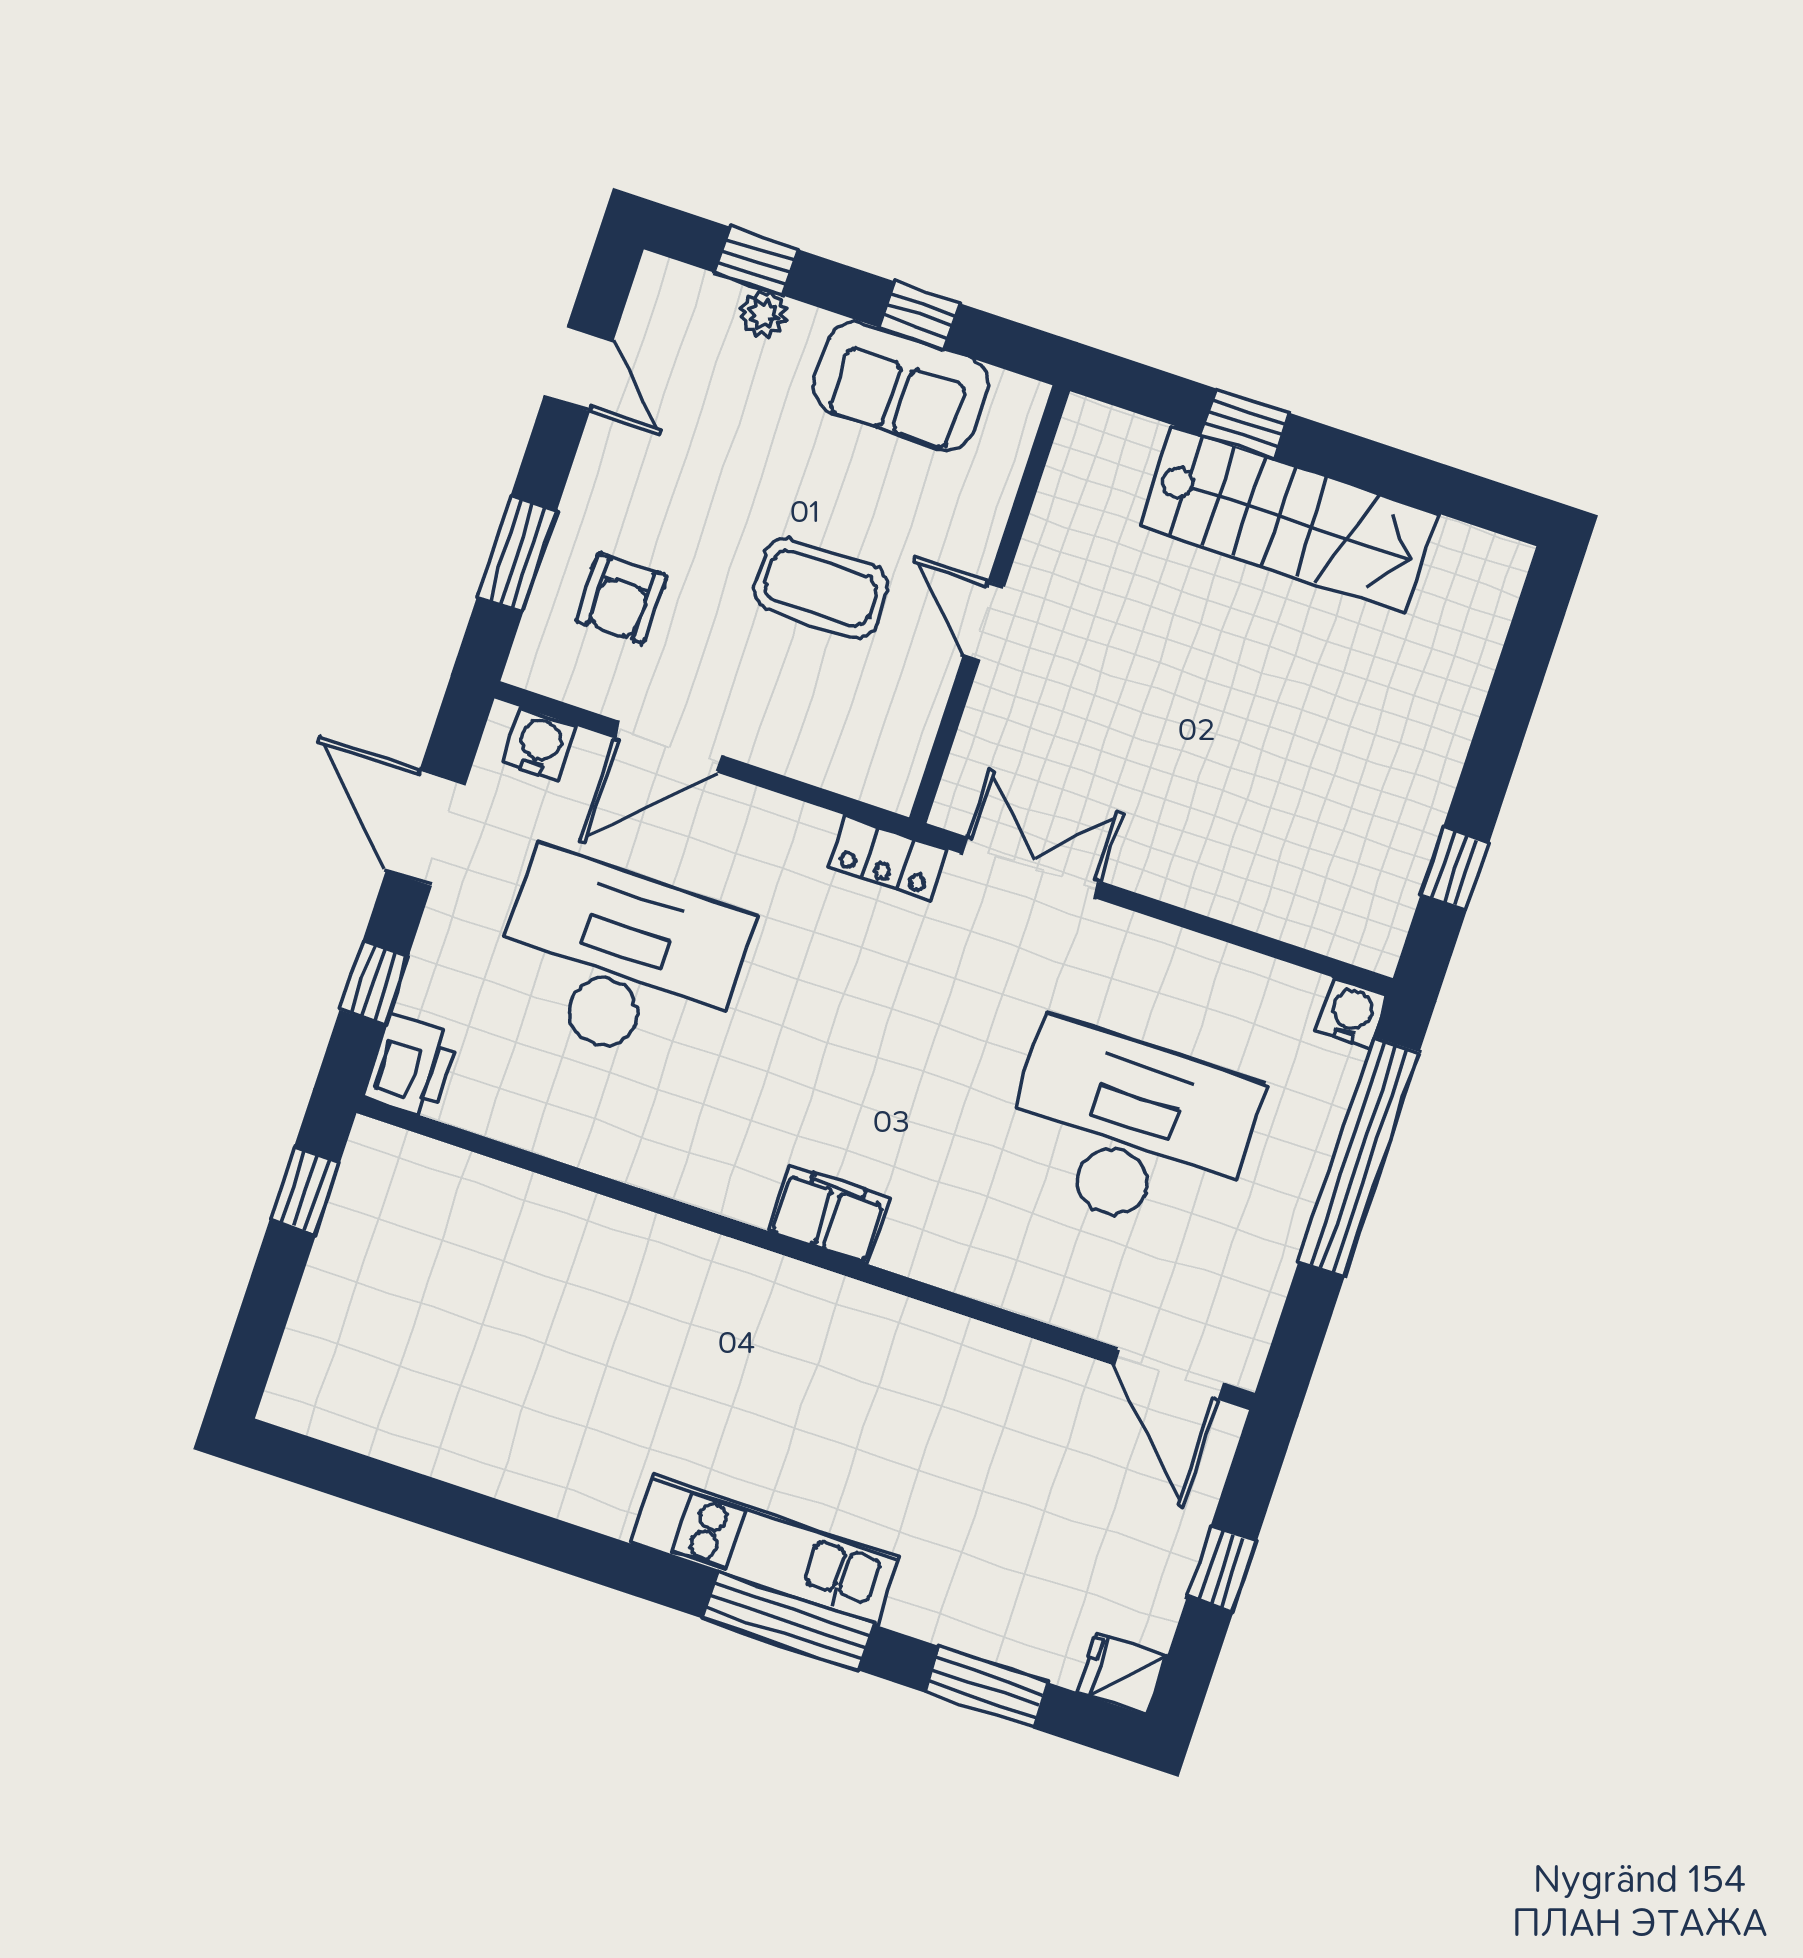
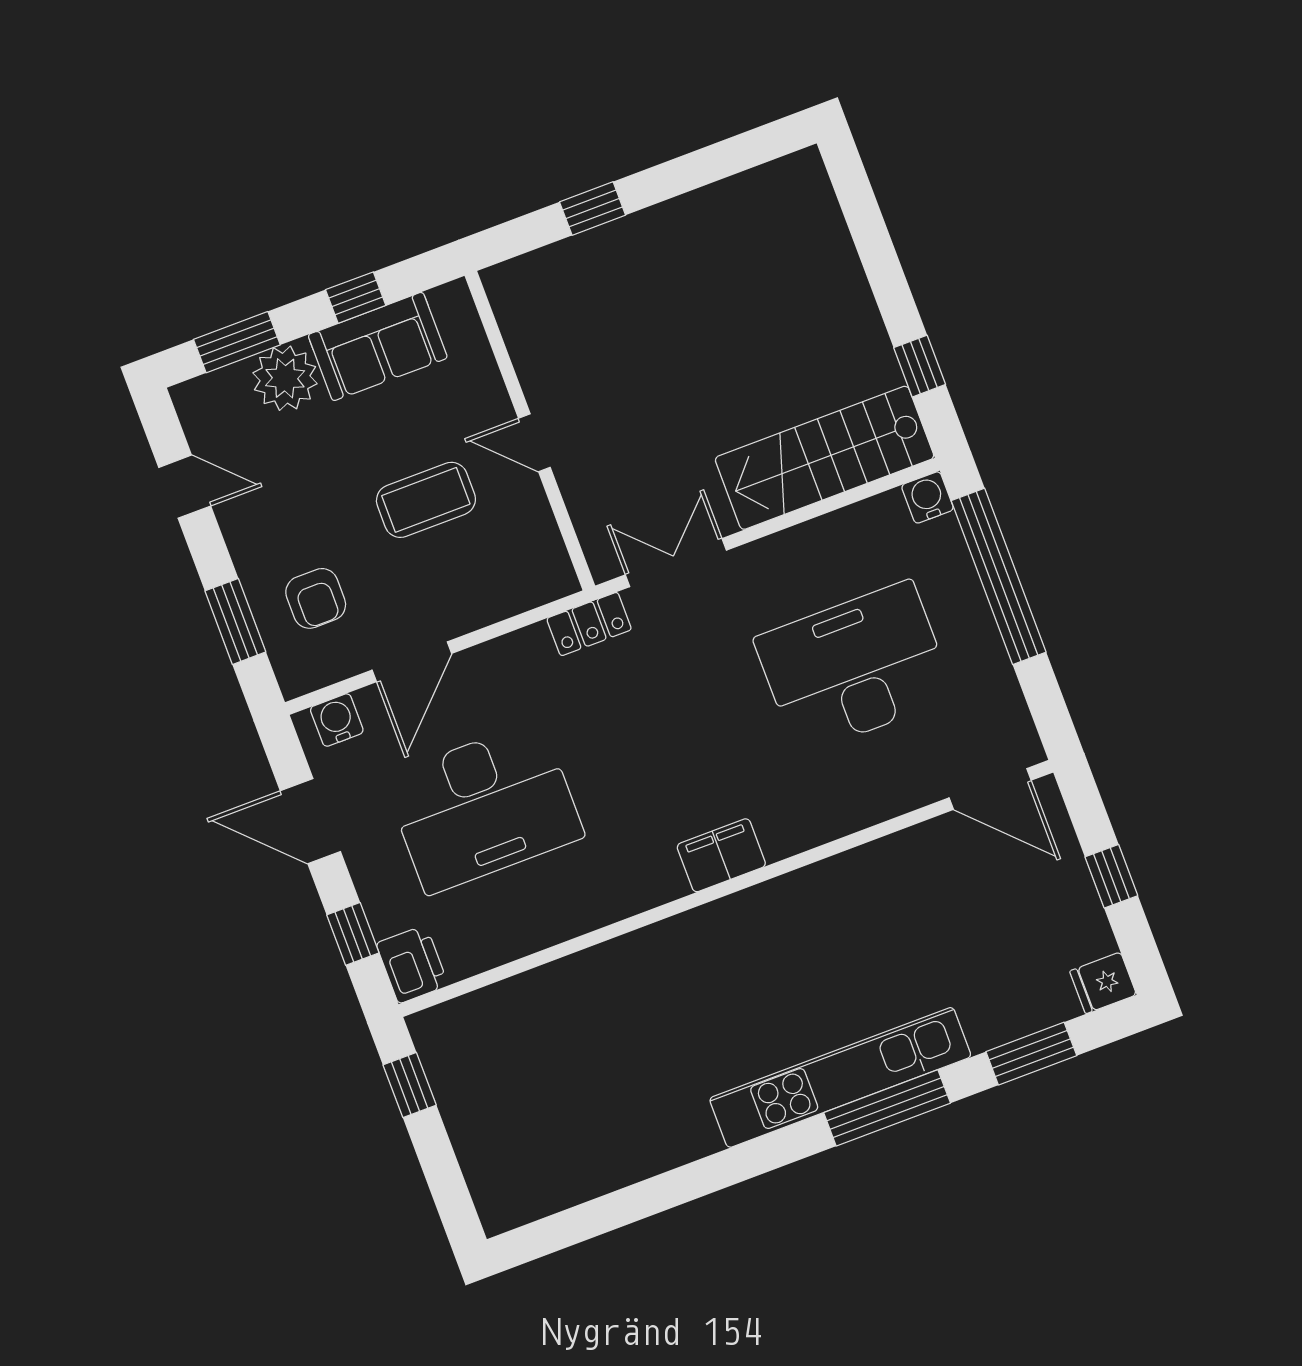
window: (757, 261) -> (237, 342), width x1.50
plant: (763, 314) -> (285, 378), width x1.88, depth x1.88
stairs: (1289, 519) -> (825, 458), moved, turned 180
desk: (620, 961) -> (484, 807), turned 180
kitchen unit: (765, 1550) -> (840, 1077), width x1.36

